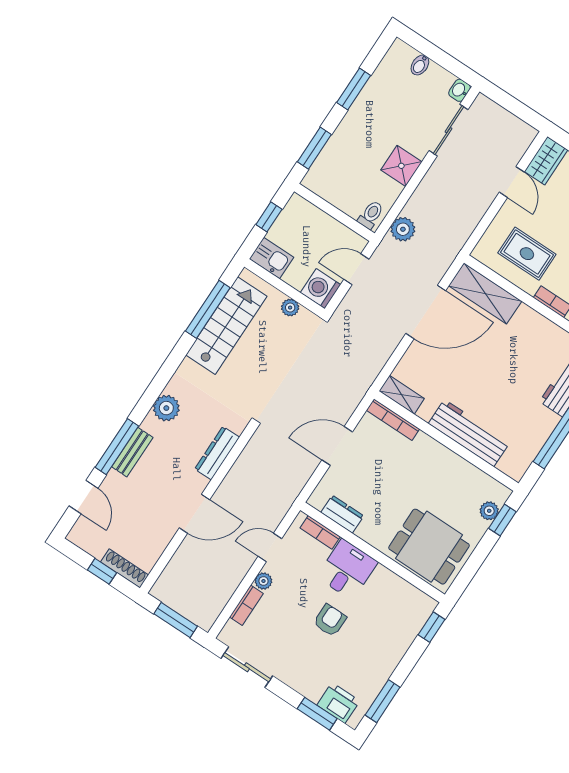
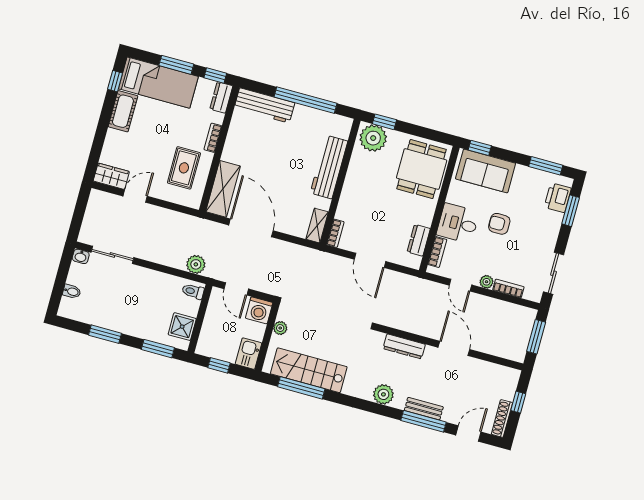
shower: (401, 166) -> (182, 327), moved
bookcase: (393, 420) -> (335, 233), width x0.64
plant: (489, 511) -> (373, 138), width x1.87, depth x1.87
shoe rack: (125, 568) -> (502, 418), moved
sofa: (401, 625) -> (486, 171), added

